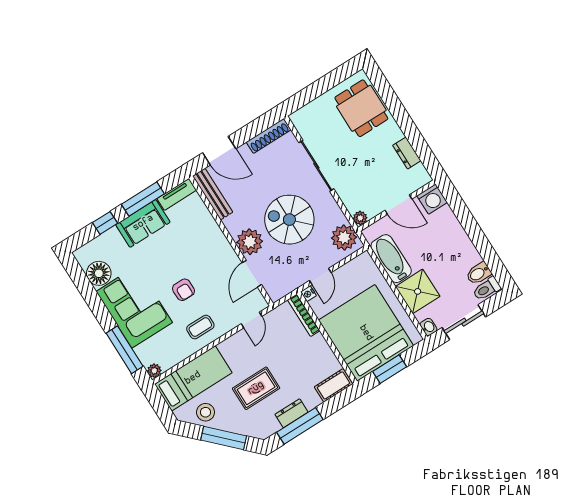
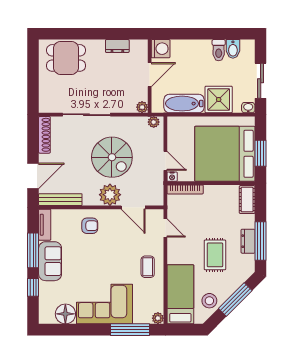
spiral stairs: (289, 220) -> (112, 157), turned -90
plant: (344, 238) -> (154, 122), width x0.53, depth x0.53
toilet: (487, 289) -> (219, 50), moved
armchair: (183, 290) -> (90, 226), moved

